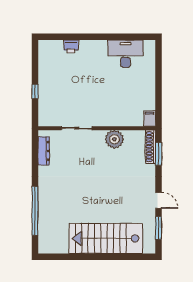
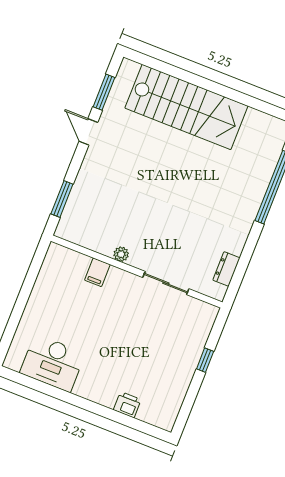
filing cabinet: (150, 119) -> (97, 272), moved
plant: (114, 139) -> (121, 254), width x0.53, depth x0.53
shoe rack: (150, 147) -> (70, 214), removed
dresser: (44, 151) -> (226, 269), width x0.70

